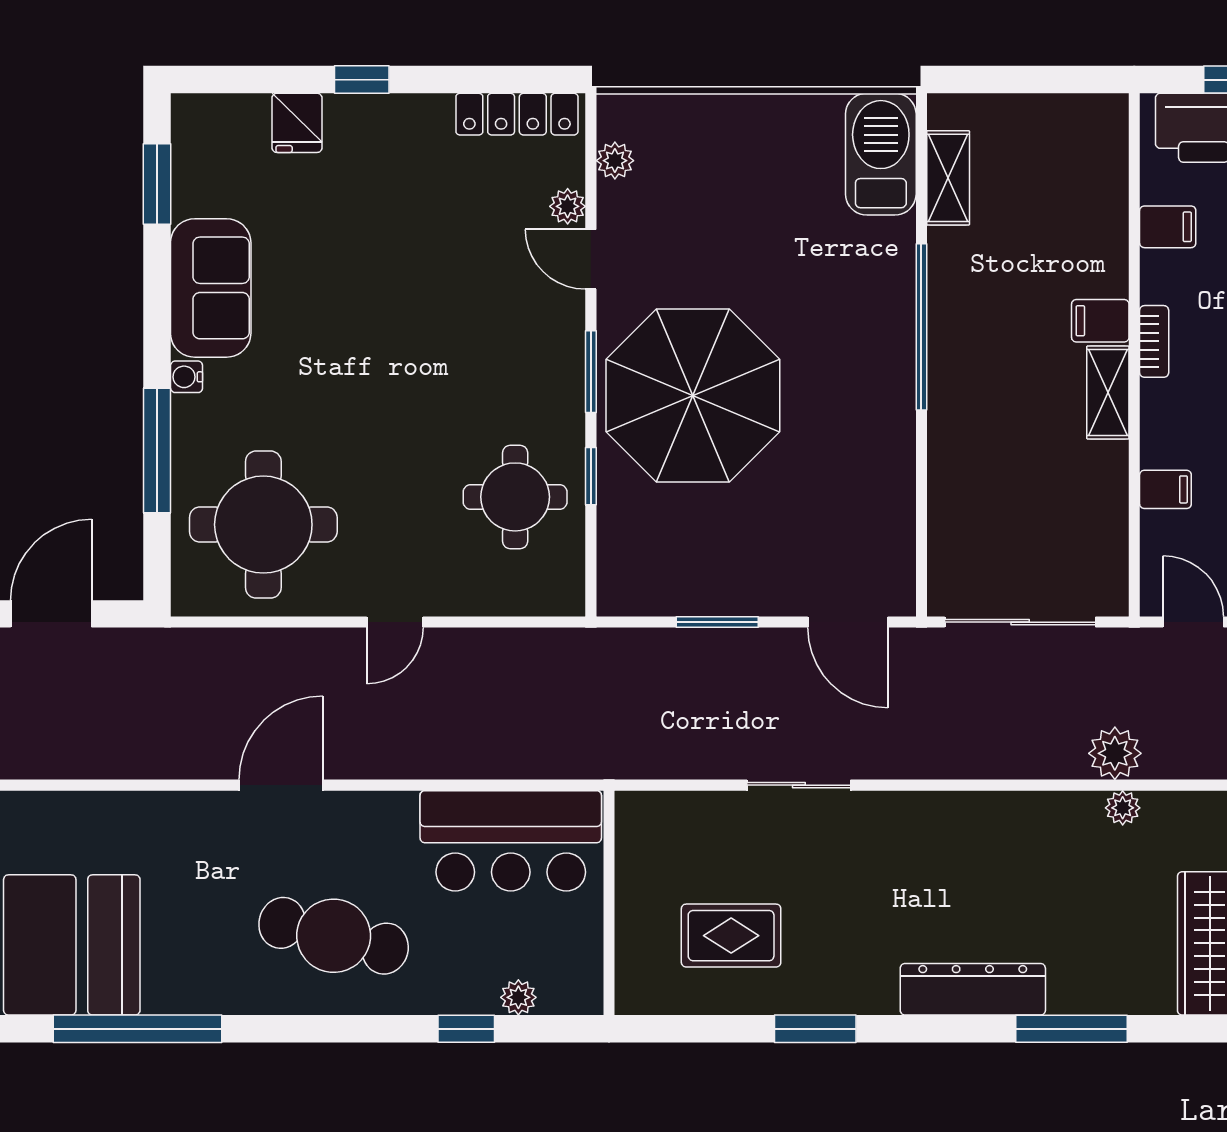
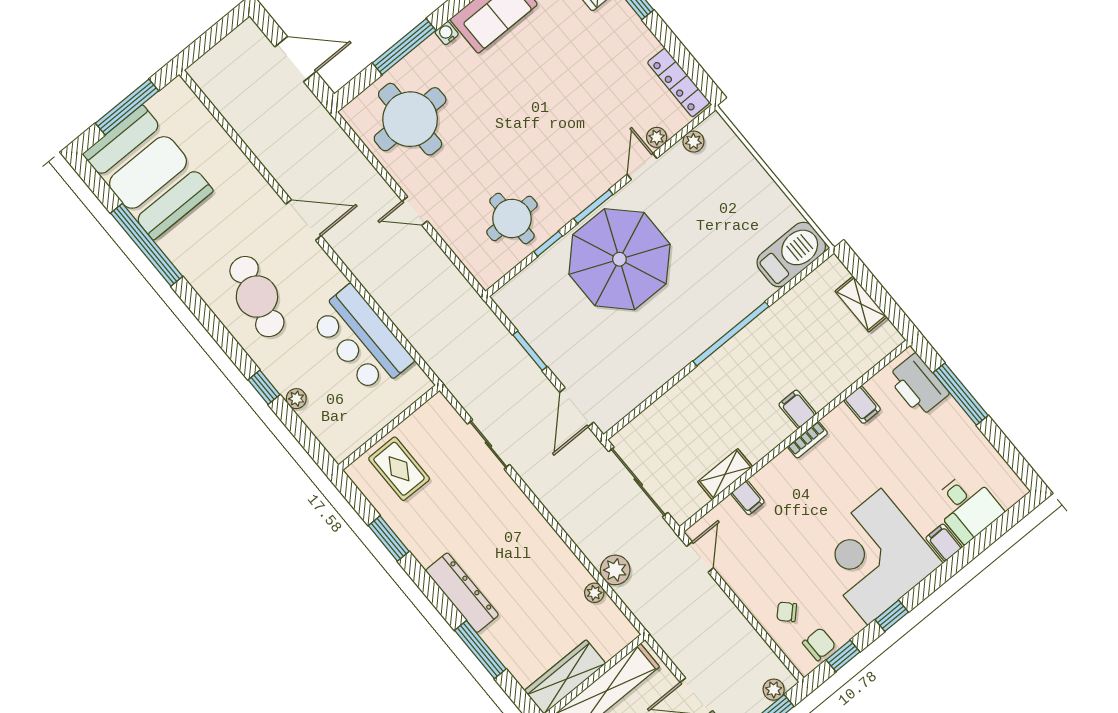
shelving: (948, 178) -> (861, 304), moved, turned 90
shelving: (1108, 392) -> (725, 474), moved
wall: (609, 903) -> (389, 428), moved

